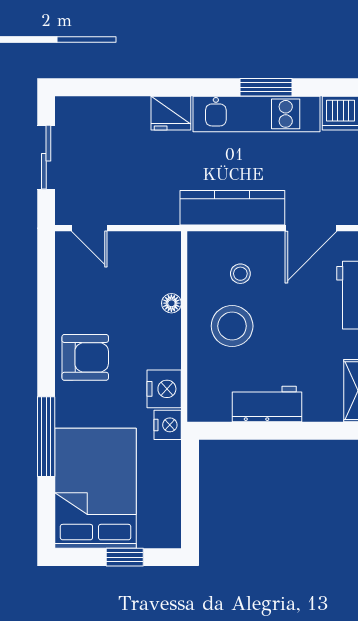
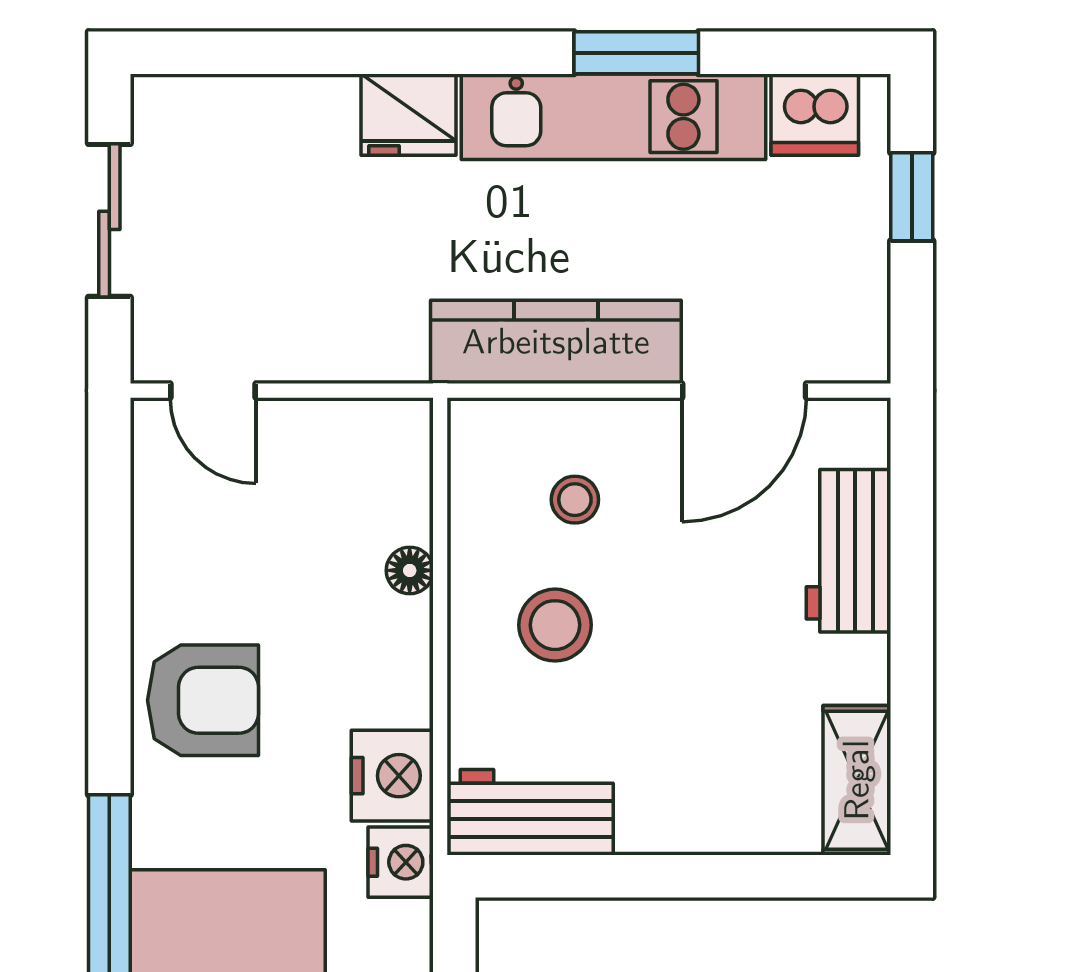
stool: (232, 326) -> (555, 625), width x0.73, depth x0.73
workbench: (267, 404) -> (530, 812), moved

